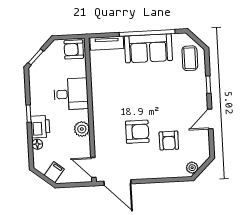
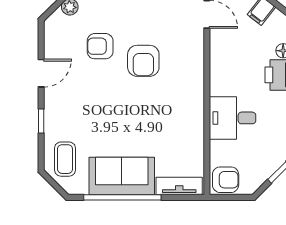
plant: (82, 129) -> (220, 69), removed
armchair: (137, 132) -> (143, 61), turned -90
armchair: (169, 141) -> (100, 46), turned -90

